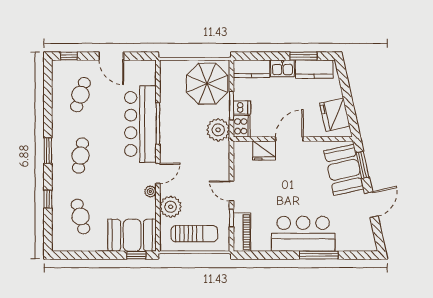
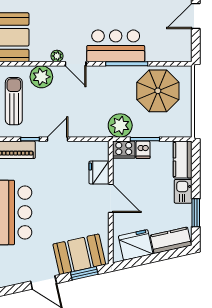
kitchen counter: (314, 69) -> (171, 240), moved, turned 77
parasol: (207, 84) -> (158, 91), moved
bar counter: (140, 124) -> (116, 46), width x0.73
sun lounger: (194, 234) -> (14, 101), turned 180

